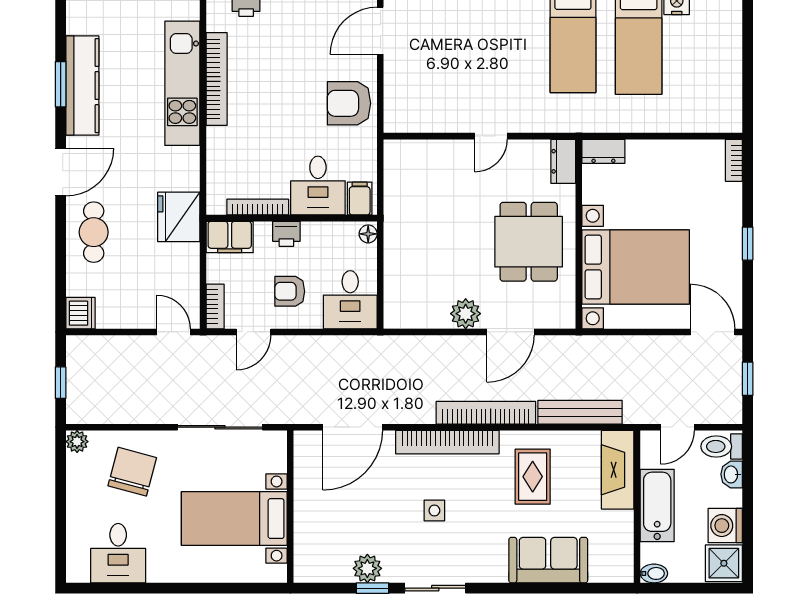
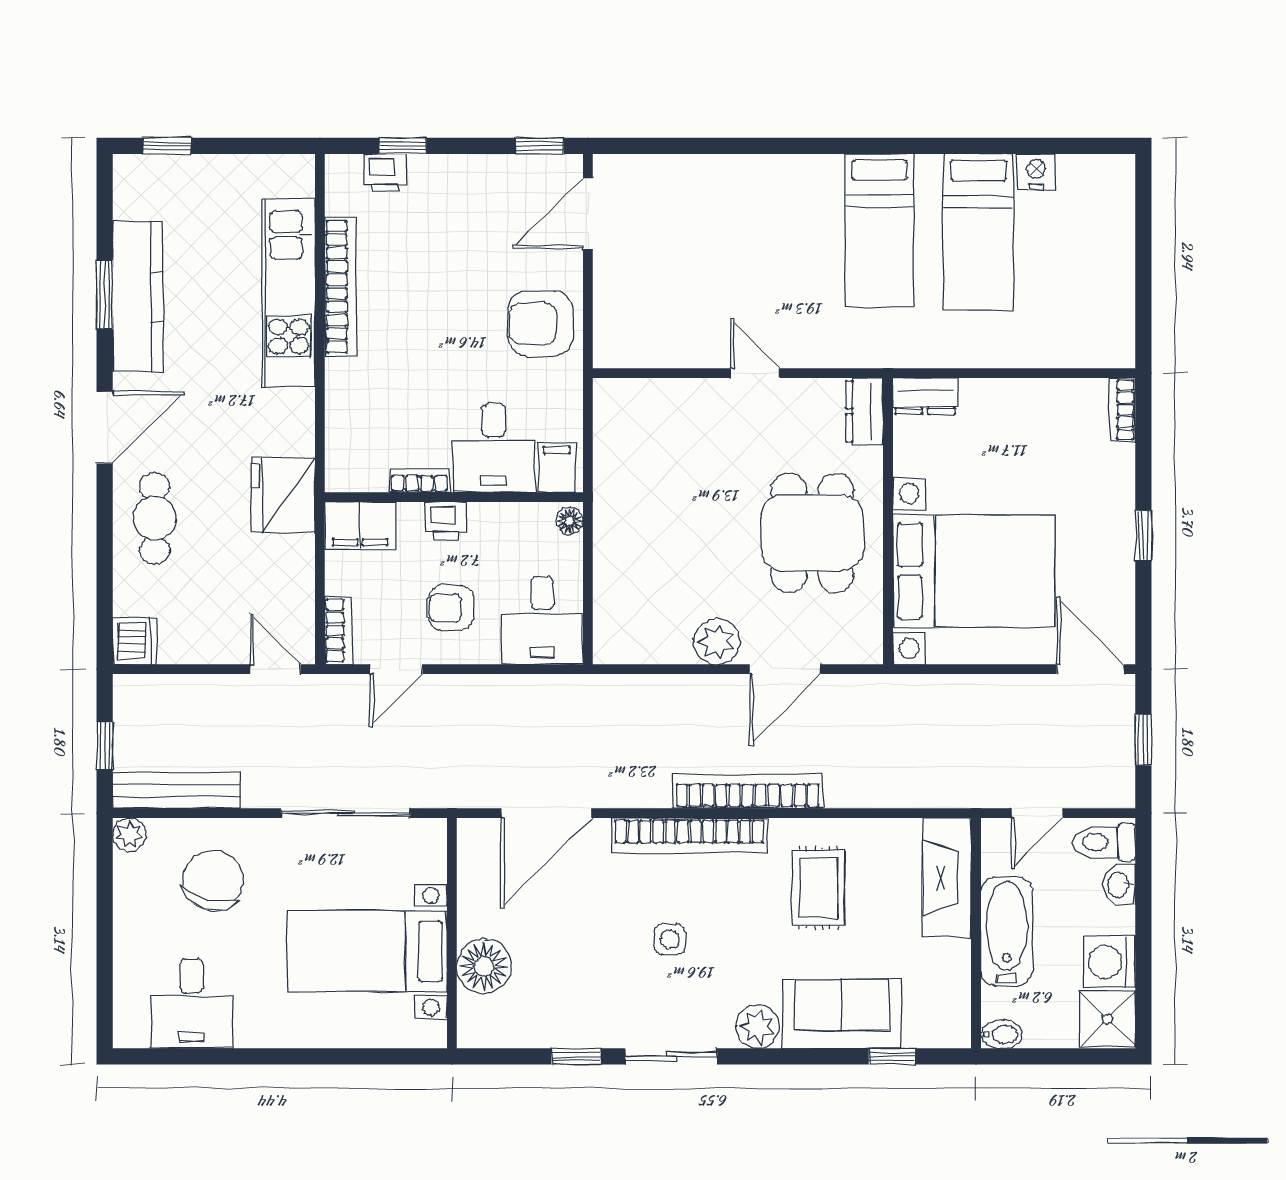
door: (491, 136) -> (755, 373), swing flipped
bookcase: (258, 207) -> (419, 480), width x0.64
bench: (580, 412) -> (176, 791), moved
floor lamp: (311, 528) -> (484, 966), added
plant: (367, 568) -> (757, 1027), moved
window: (581, 588) -> (892, 1056), added

